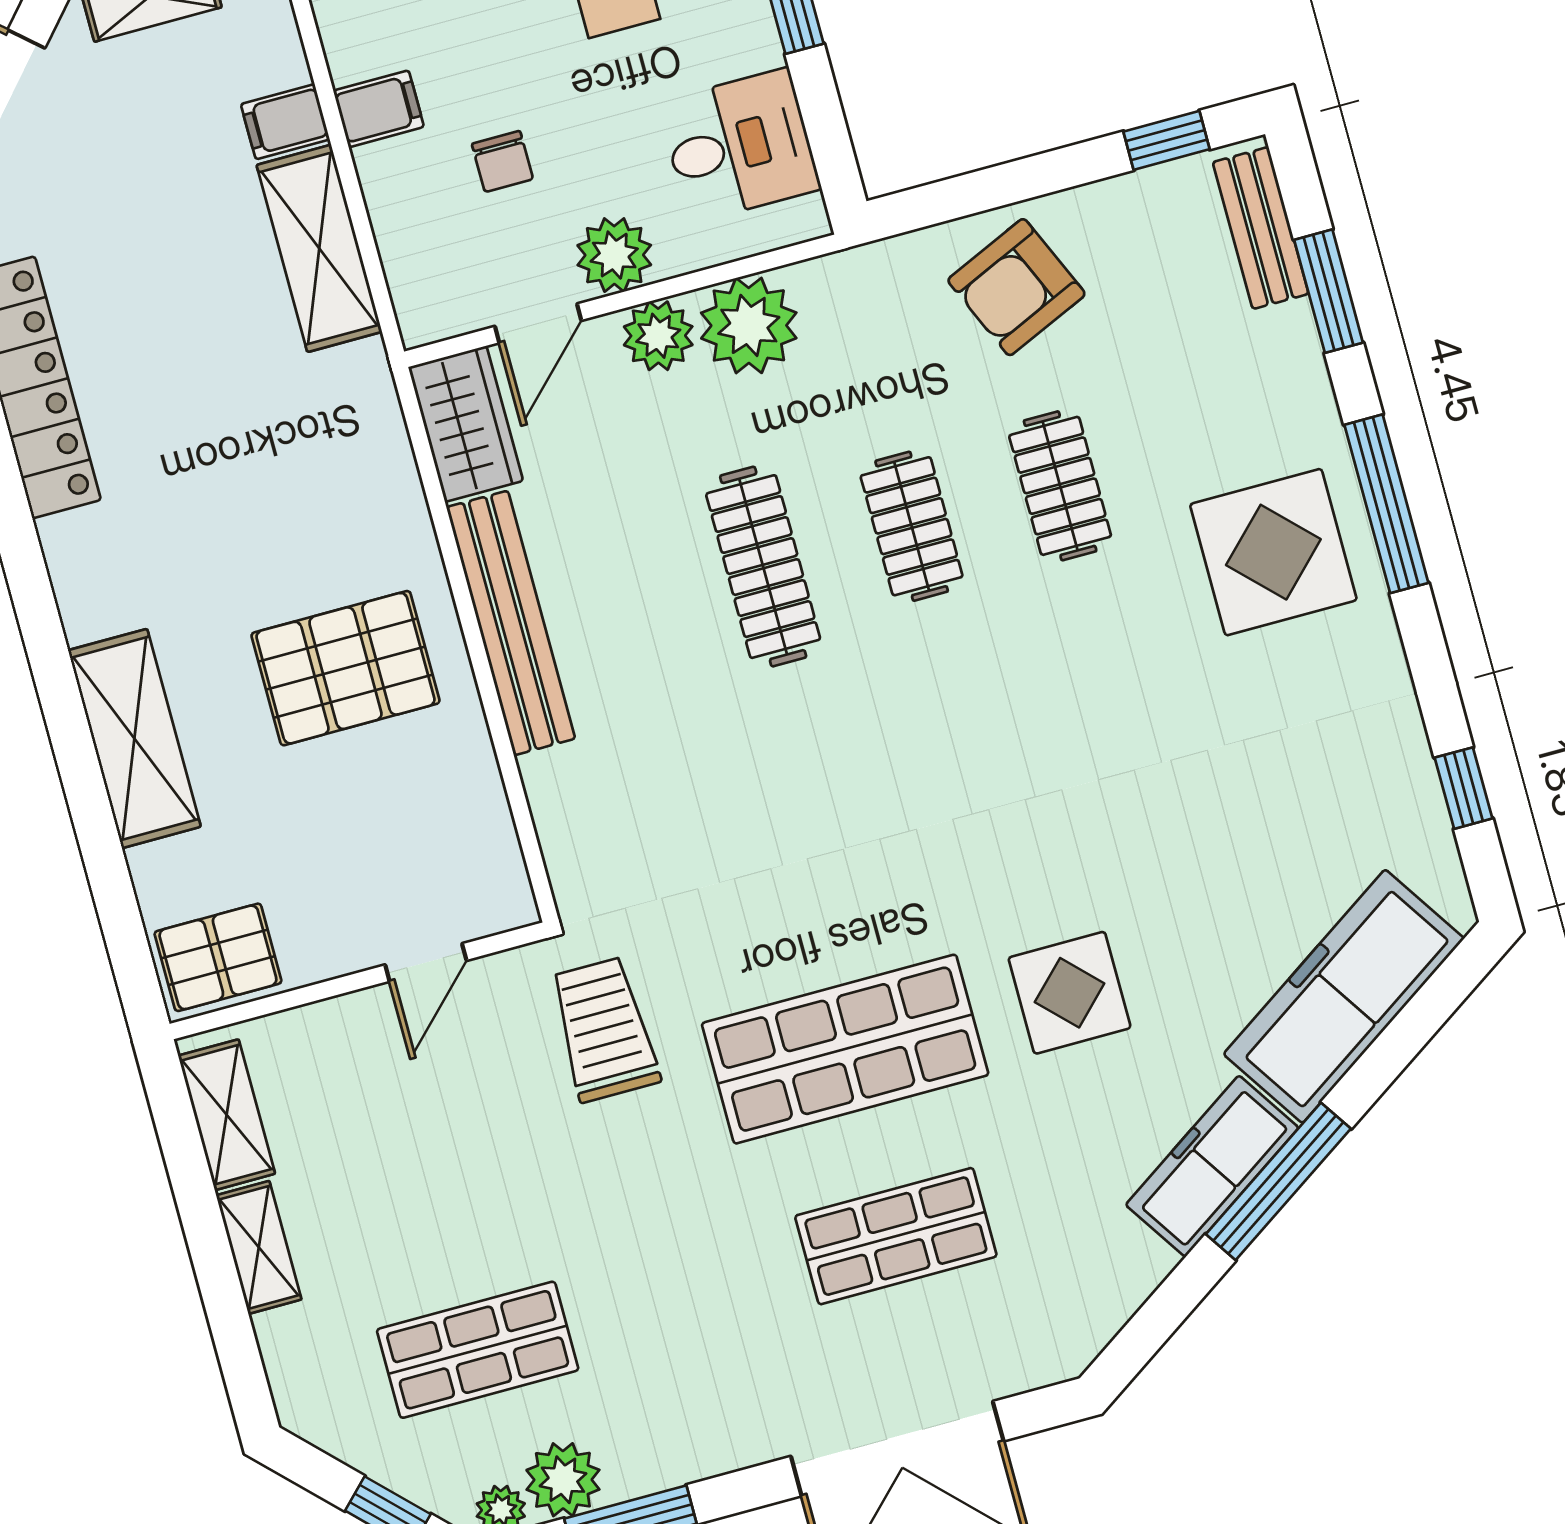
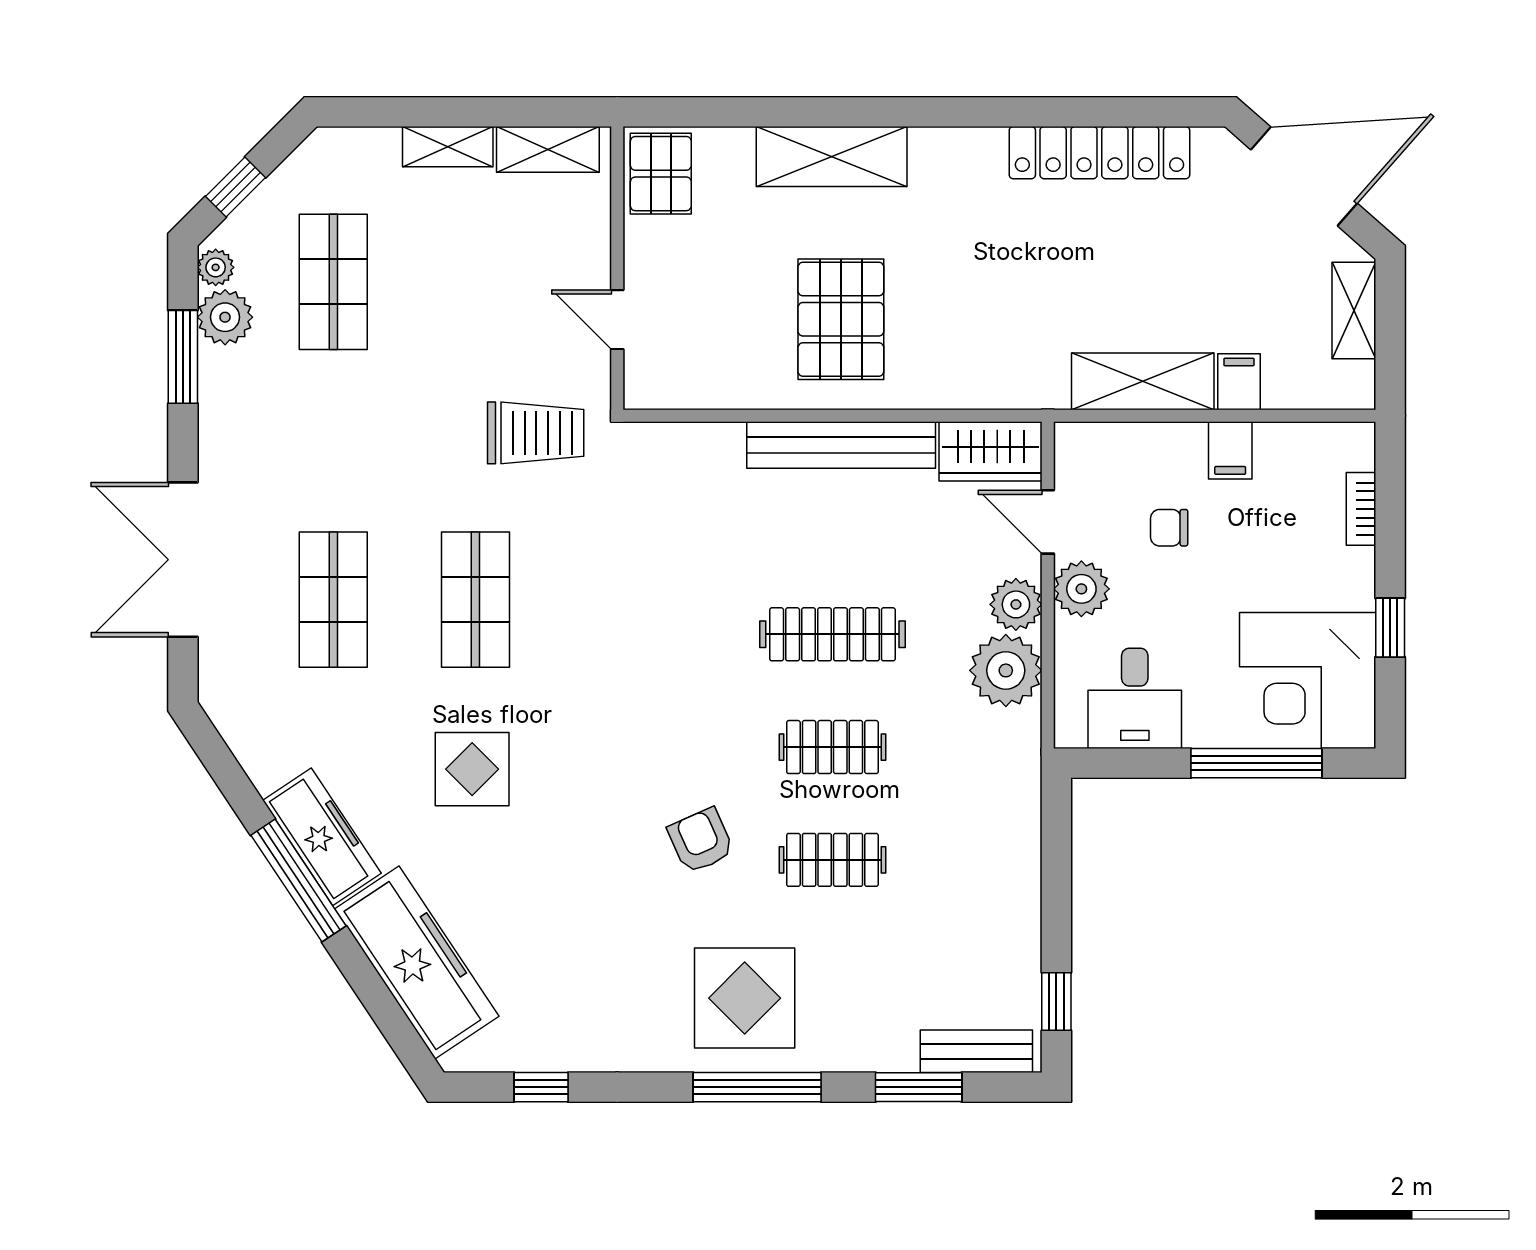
armchair: (1016, 287) -> (701, 841), moved, width x0.72, depth x0.72
shop shelf: (845, 1049) -> (475, 600), width x0.70, depth x0.74

